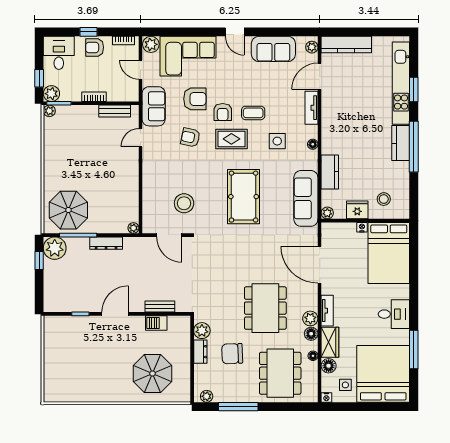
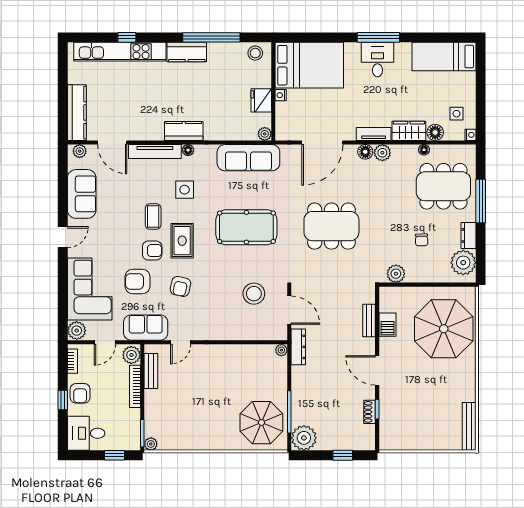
window: (414, 89) -> (127, 37), width x0.67
plant: (51, 94) -> (131, 355), moved
bookcase: (94, 97) -> (135, 386), width x1.56
armchair: (195, 99) -> (138, 281), turned -90
tv unit: (311, 108) -> (155, 152), width x1.41
door: (140, 138) -> (181, 342), hinge flipped
window: (414, 147) -> (211, 37), moved
kitchen counter: (330, 172) -> (184, 131), moved
stool: (384, 199) -> (255, 53), moved
door: (169, 235) -> (289, 310), hinge flipped
dresser: (106, 243) -> (298, 347), moved
window: (39, 261) -> (343, 455), moved
shoe rack: (78, 307) -> (370, 412), added
dining table: (265, 308) -> (331, 226), moved
floor lamp: (311, 334) -> (365, 152), moved
window: (414, 350) -> (378, 37), moved
dresser: (200, 352) -> (469, 236), moved, turned -90
chair: (232, 354) -> (422, 240), width x0.54, depth x0.54
parasol: (153, 373) -> (444, 329), width x1.36, depth x1.36
bed: (383, 374) -> (444, 56), width x0.49
bench: (65, 396) -> (469, 426), added
plant: (207, 396) -> (463, 263), width x1.88, depth x1.88
window: (238, 407) -> (481, 201), moved

